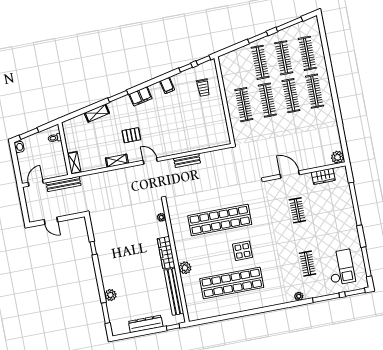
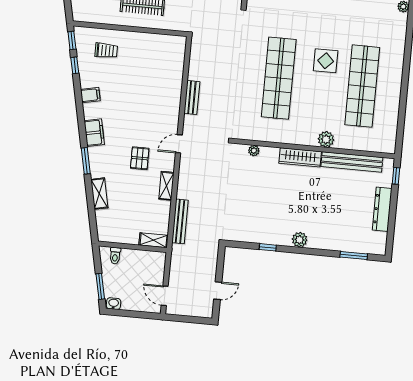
bench: (63, 184) -> (180, 221), moved
plant: (110, 295) -> (300, 240), moved

